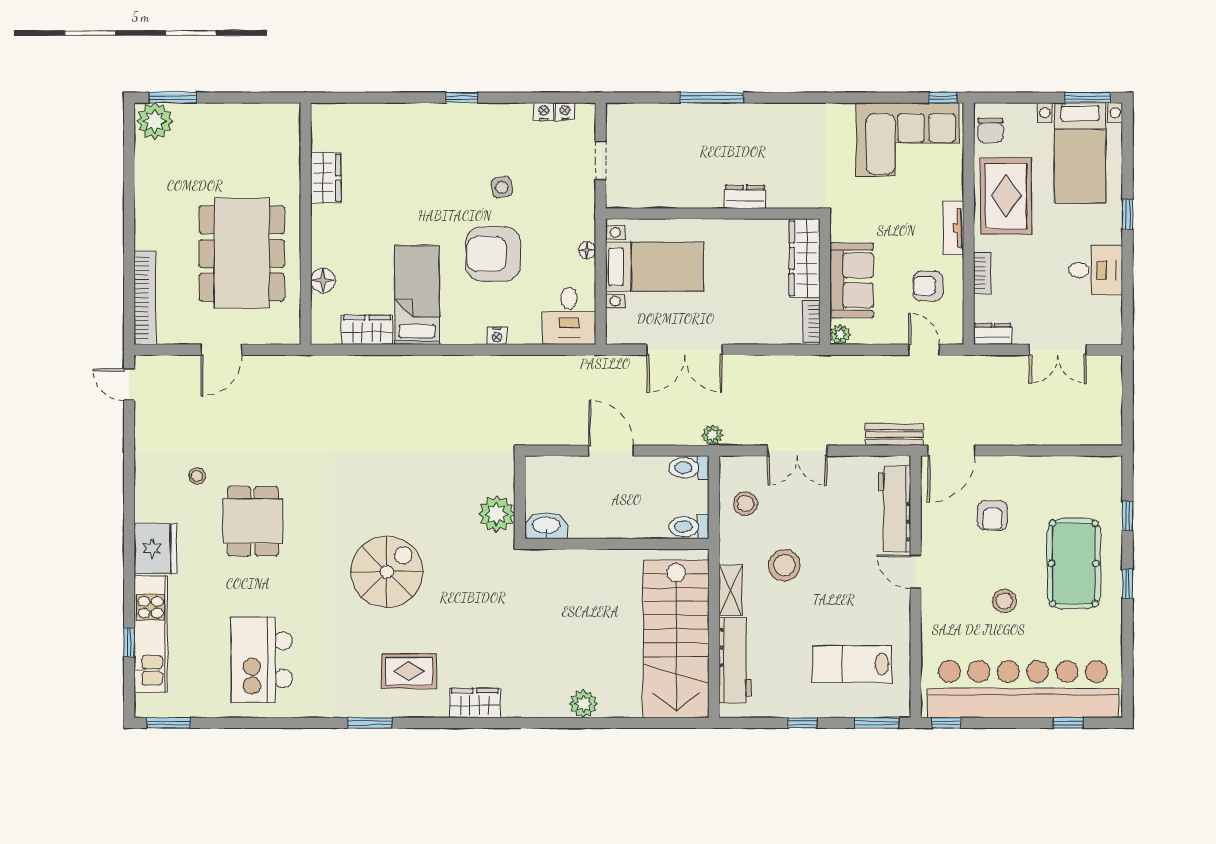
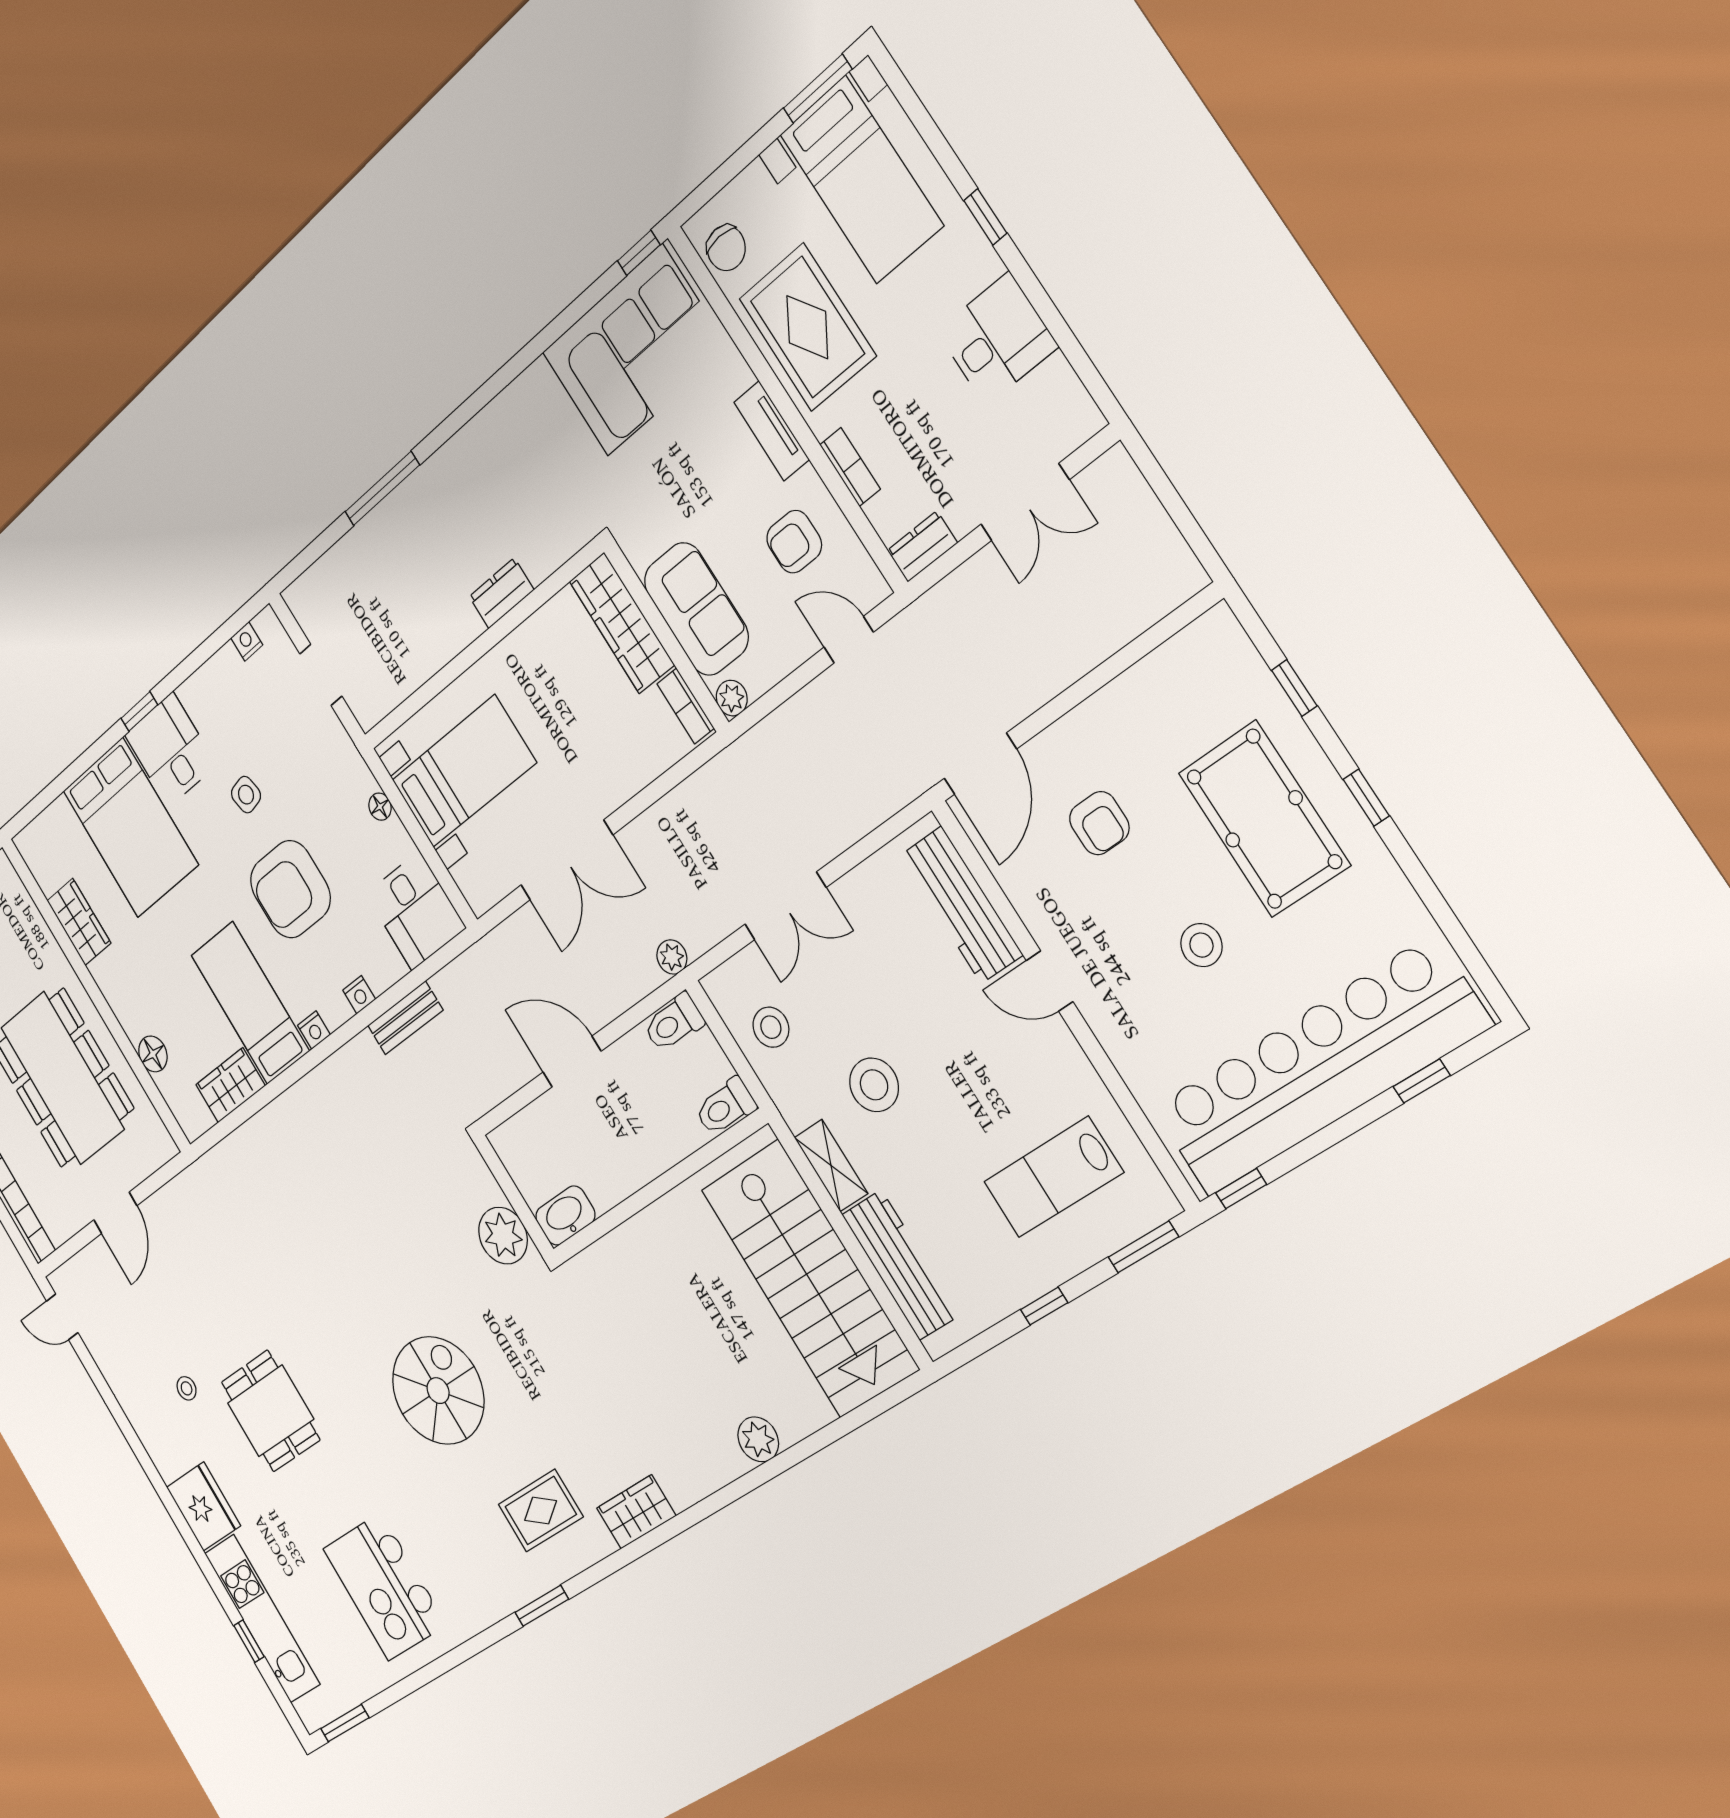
nightstand: (544, 112) -> (314, 1030), moved, turned 180
desk: (468, 131) -> (170, 750), added
bed: (405, 152) -> (130, 828), added
bench: (895, 435) -> (405, 1018), moved

